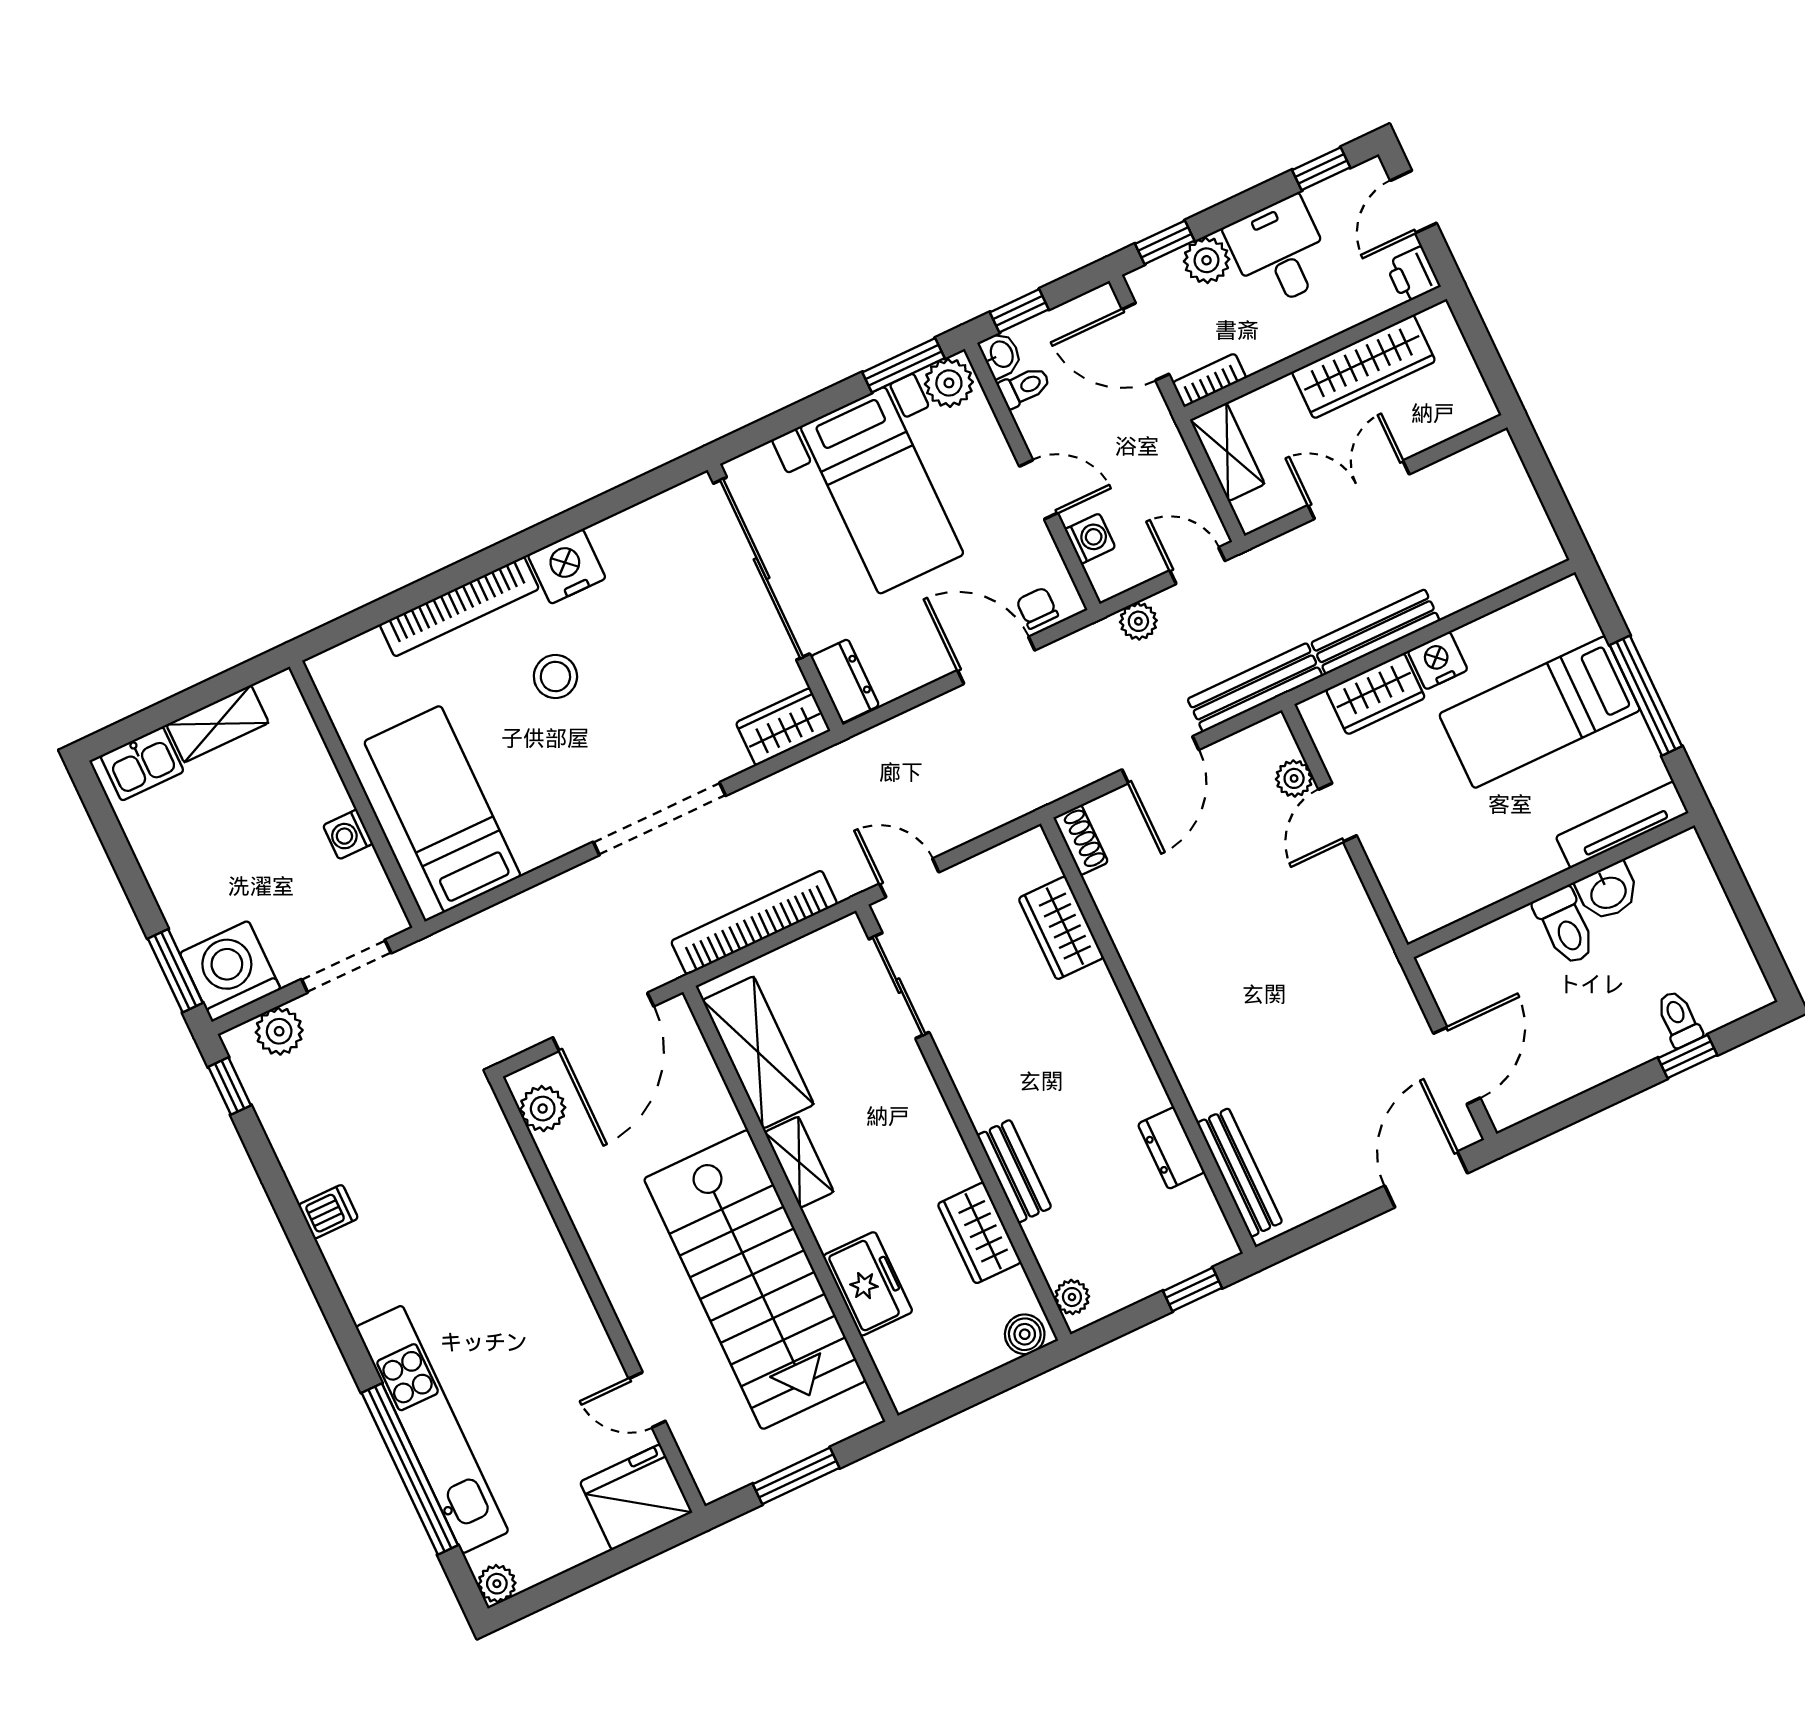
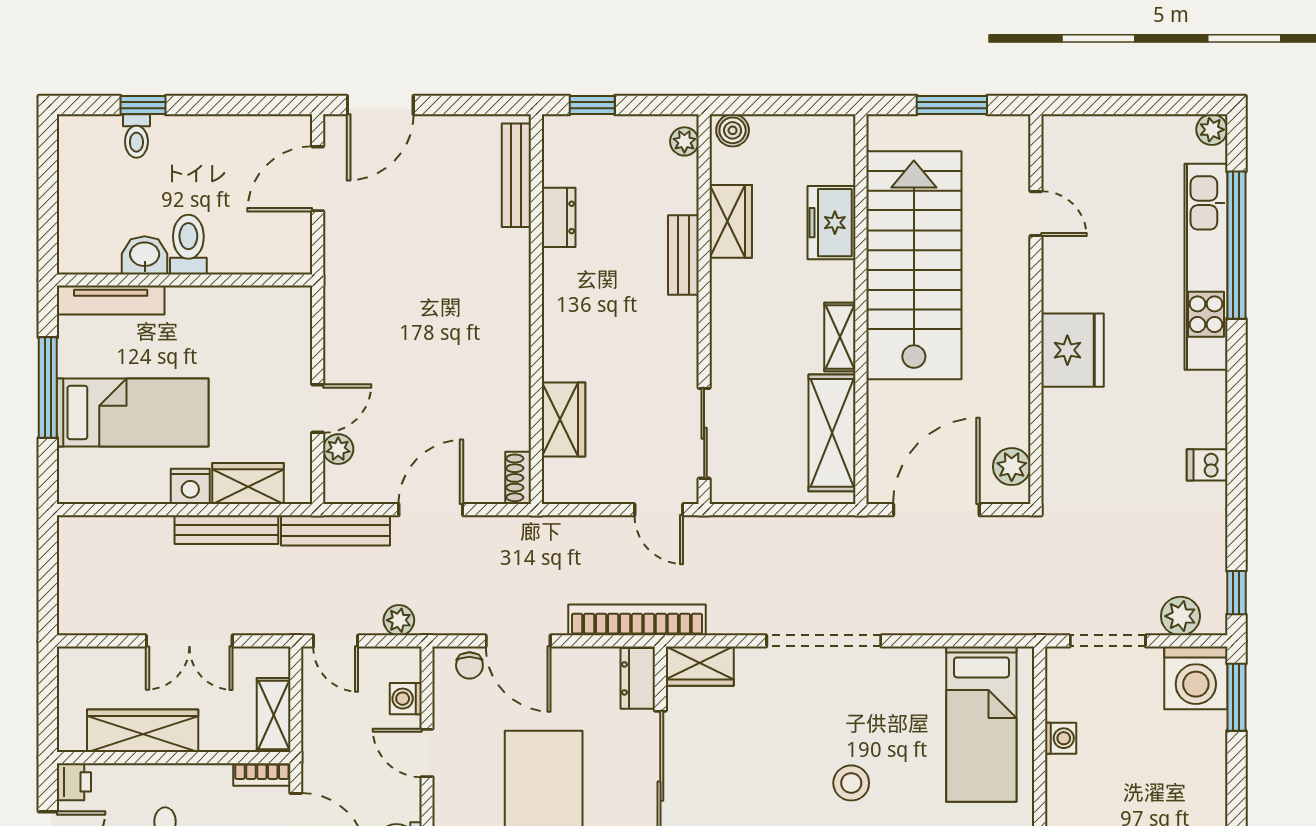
bookcase: (754, 923) -> (637, 620), moved, turned 180
fridge: (636, 1497) -> (1072, 350), moved, turned -90

